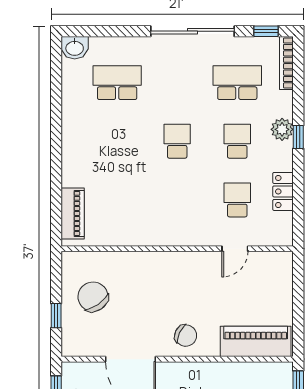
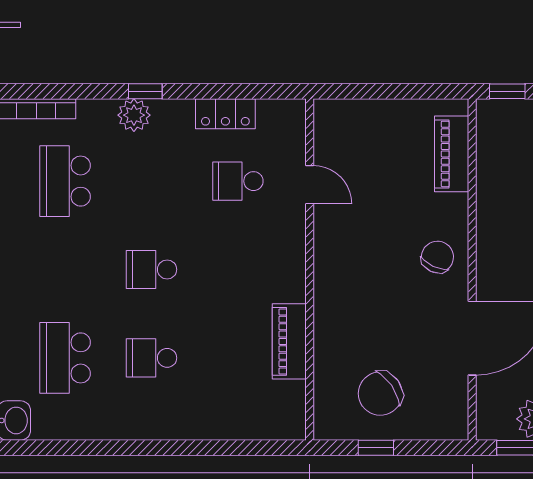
school desk: (237, 141) -> (151, 358), moved
piano: (73, 213) -> (289, 341), moved, turned -90
window: (56, 316) -> (376, 448), moved
piano: (256, 341) -> (452, 154), width x0.73, depth x0.75

